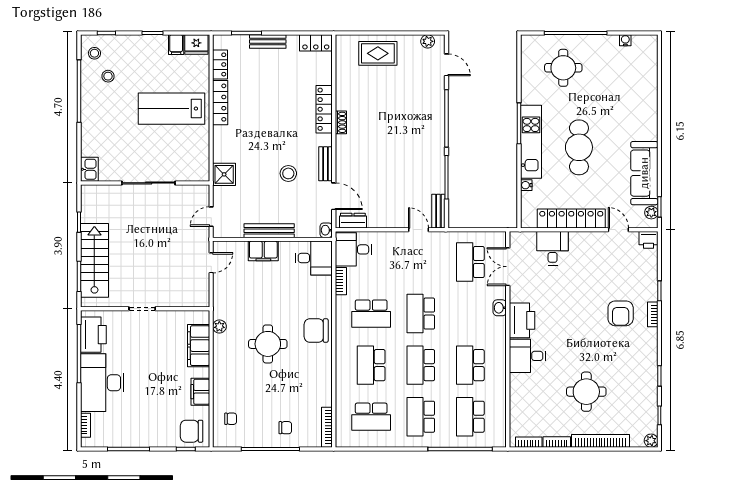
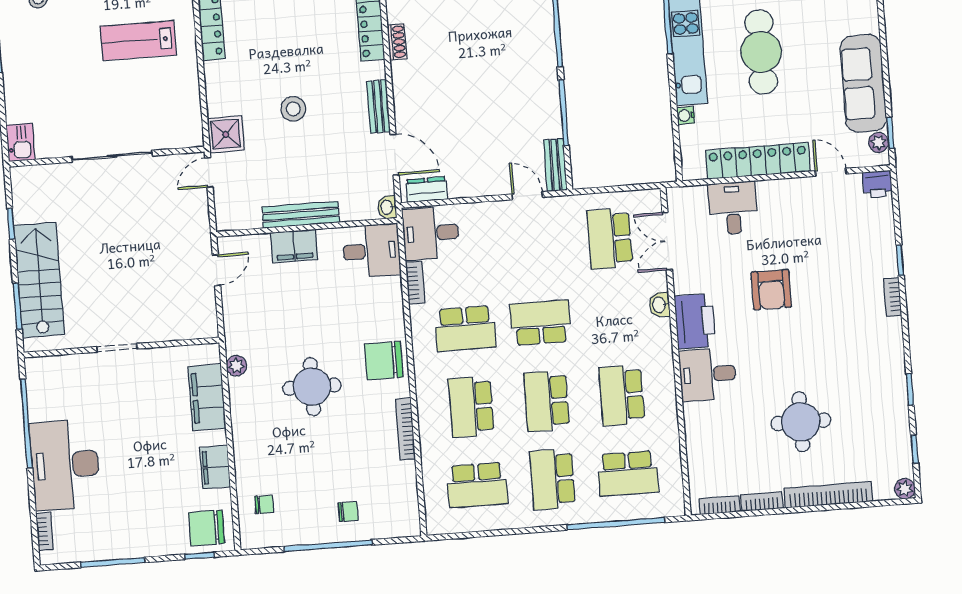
lab bench: (171, 109) -> (138, 41), width x0.73, depth x0.72
stool: (288, 173) -> (293, 109), moved
door: (211, 217) -> (209, 172), moved
armchair: (621, 313) -> (771, 290), moved
school desk: (421, 314) -> (540, 323), turned 90
printer: (93, 335) -> (46, 393), removed
school desk: (470, 417) -> (628, 473), turned -90
bookcase: (327, 427) -> (405, 429), moved

